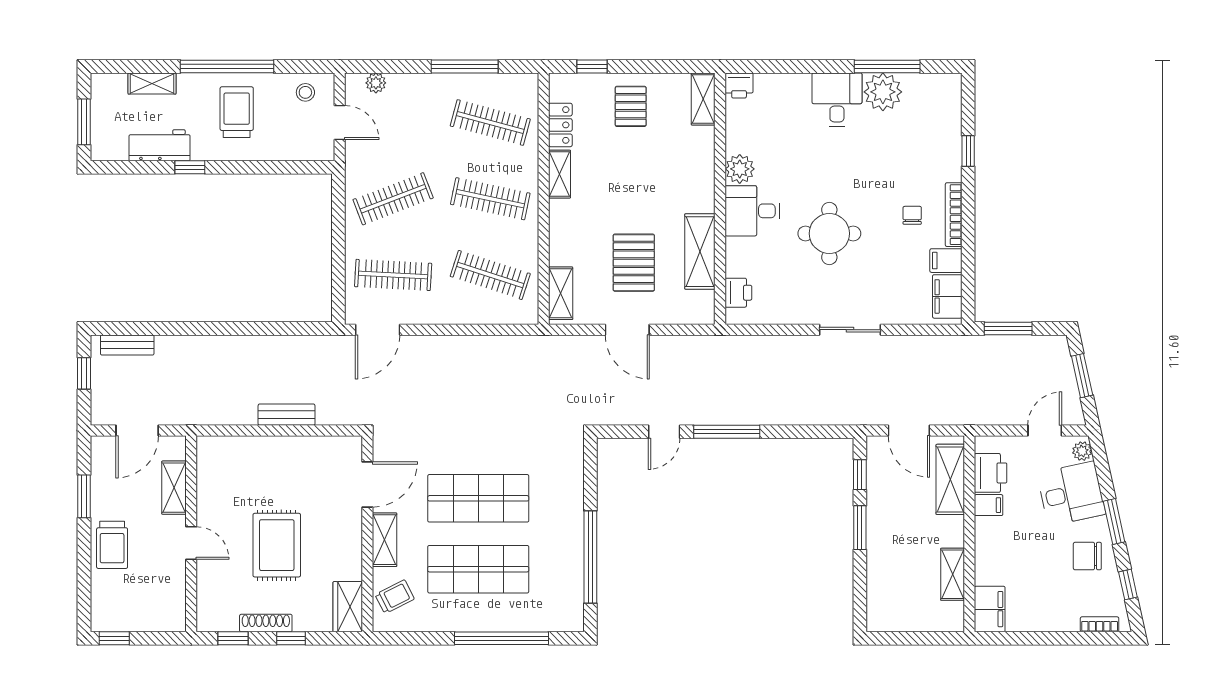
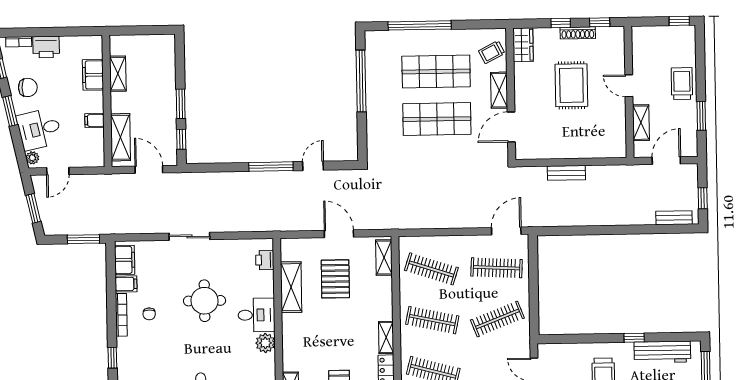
workbench: (160, 145) -> (662, 352), width x1.38
printer: (991, 473) -> (46, 47), moved, turned -90
filing cabinet: (990, 609) -> (93, 75), moved

